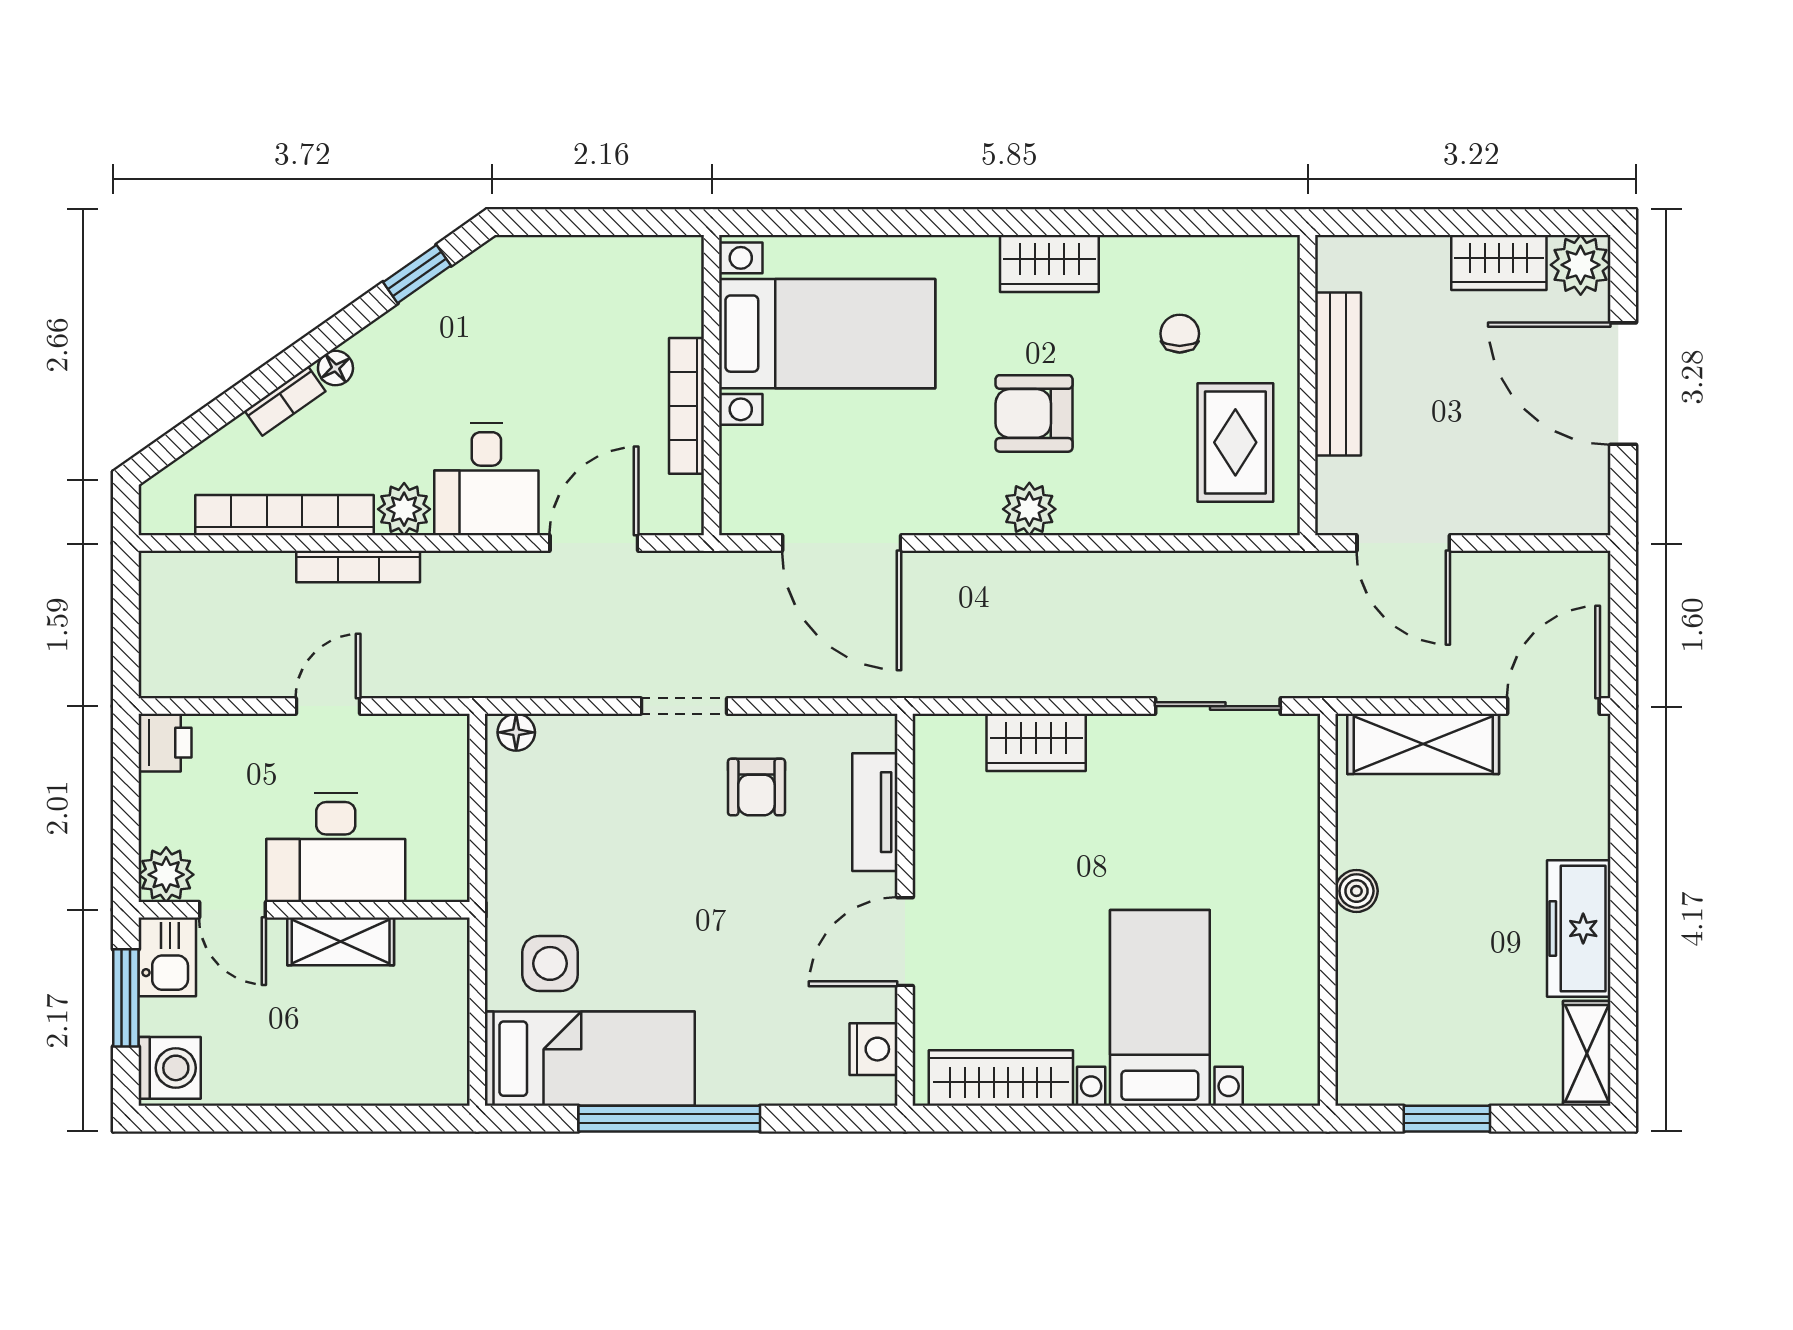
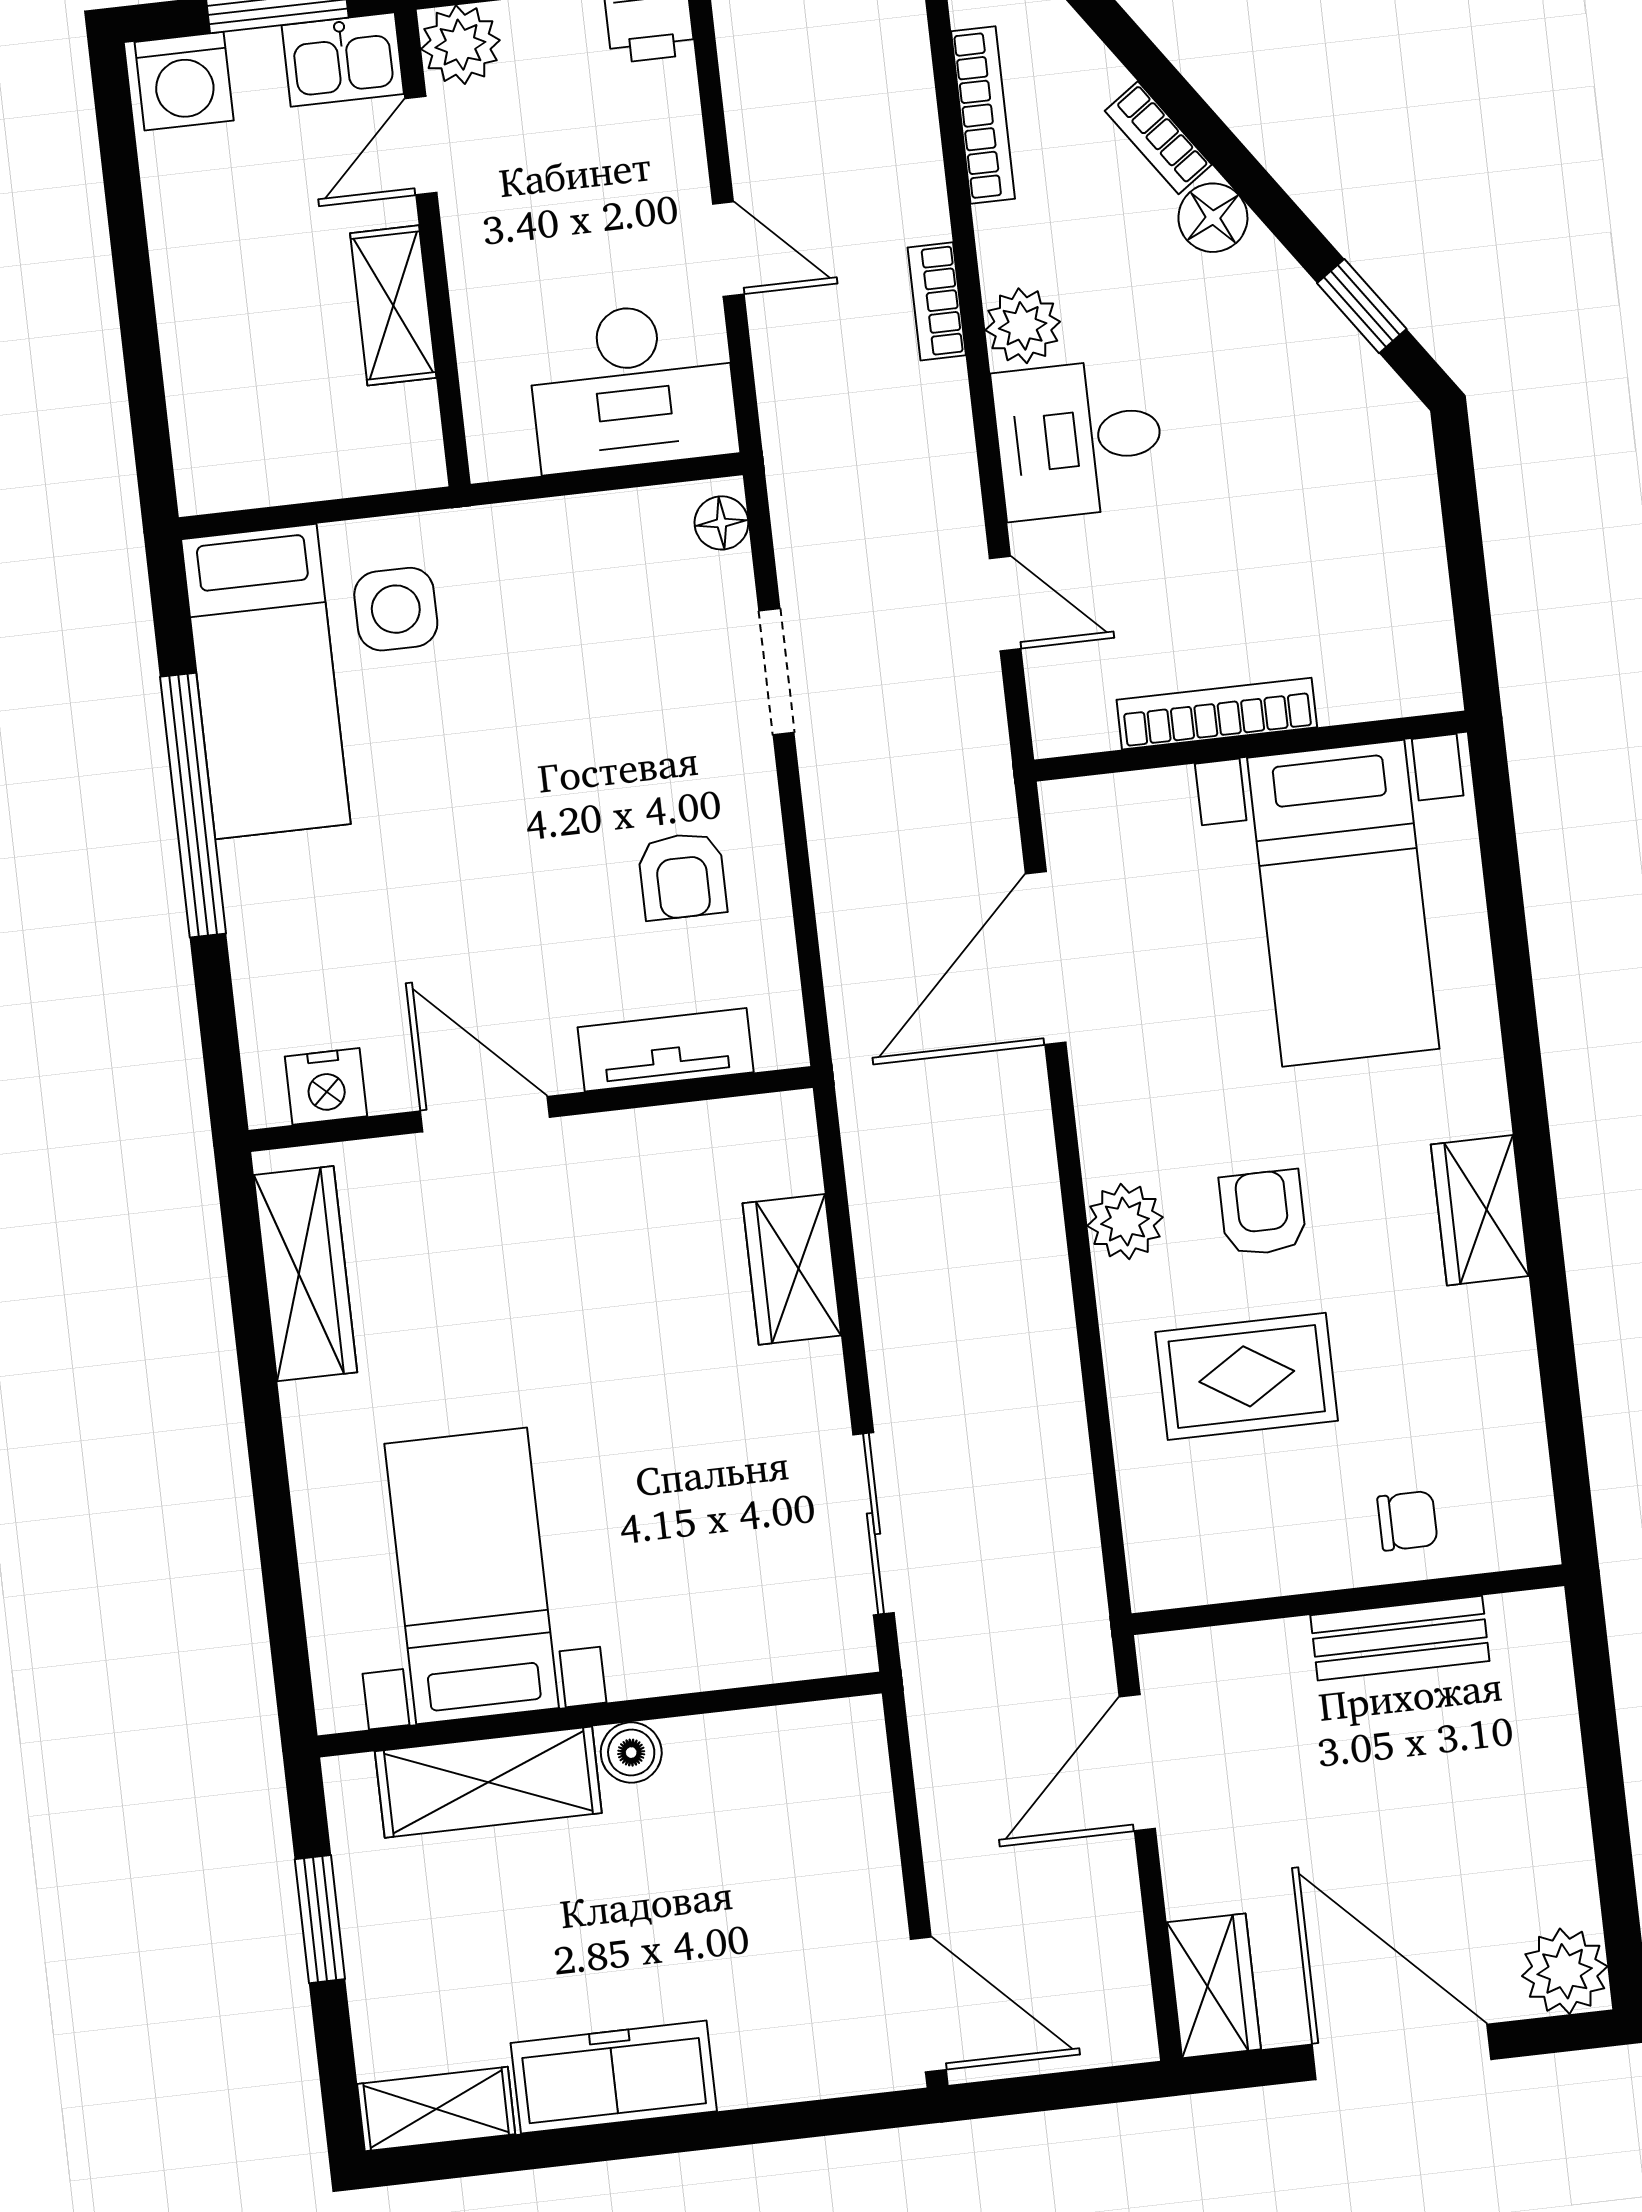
wardrobe: (1499, 262) -> (1214, 1986), moved, turned 180
chair: (1180, 334) -> (1407, 1521), moved
floor lamp: (335, 368) -> (1213, 218), width x1.37, depth x1.37
bench: (1338, 374) -> (1400, 1638), width x0.73
door: (1623, 384) -> (1402, 2052), hinge flipped
armchair: (1034, 413) -> (1263, 1213), width x0.72, depth x0.72
rug: (1235, 442) -> (1247, 1376), moved
bookcase: (285, 515) -> (983, 115), width x0.68, depth x0.76
door: (594, 543) -> (1005, 603), width x0.73
bookcase: (358, 567) -> (937, 301), width x0.64
doorway: (684, 706) -> (776, 672), moved
shelving: (1423, 744) -> (488, 1782), moved, turned 90
armchair: (756, 787) -> (682, 876), turned -90
desk: (336, 848) -> (632, 386), moved, turned -90
bed with nightstands: (1160, 1008) -> (472, 1576), moved, turned -90

